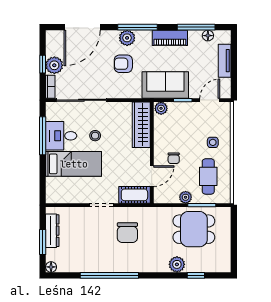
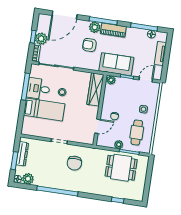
piano: (170, 38) -> (113, 30), moved
cot: (134, 195) -> (83, 138), removed
plant: (177, 264) -> (28, 179), moved

